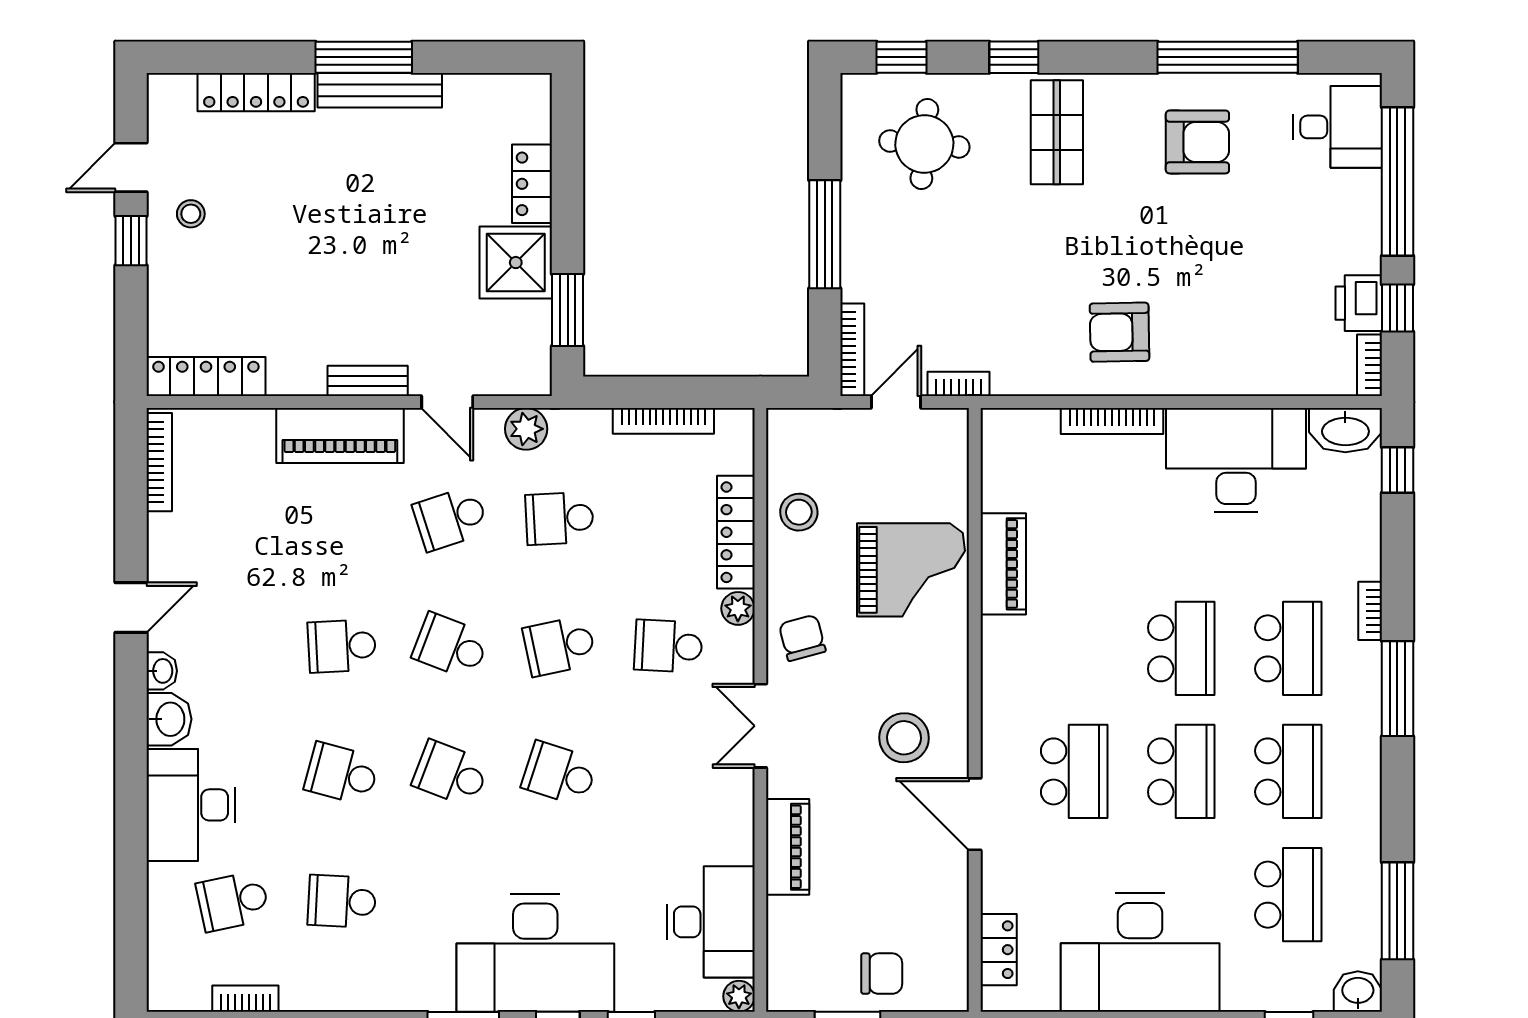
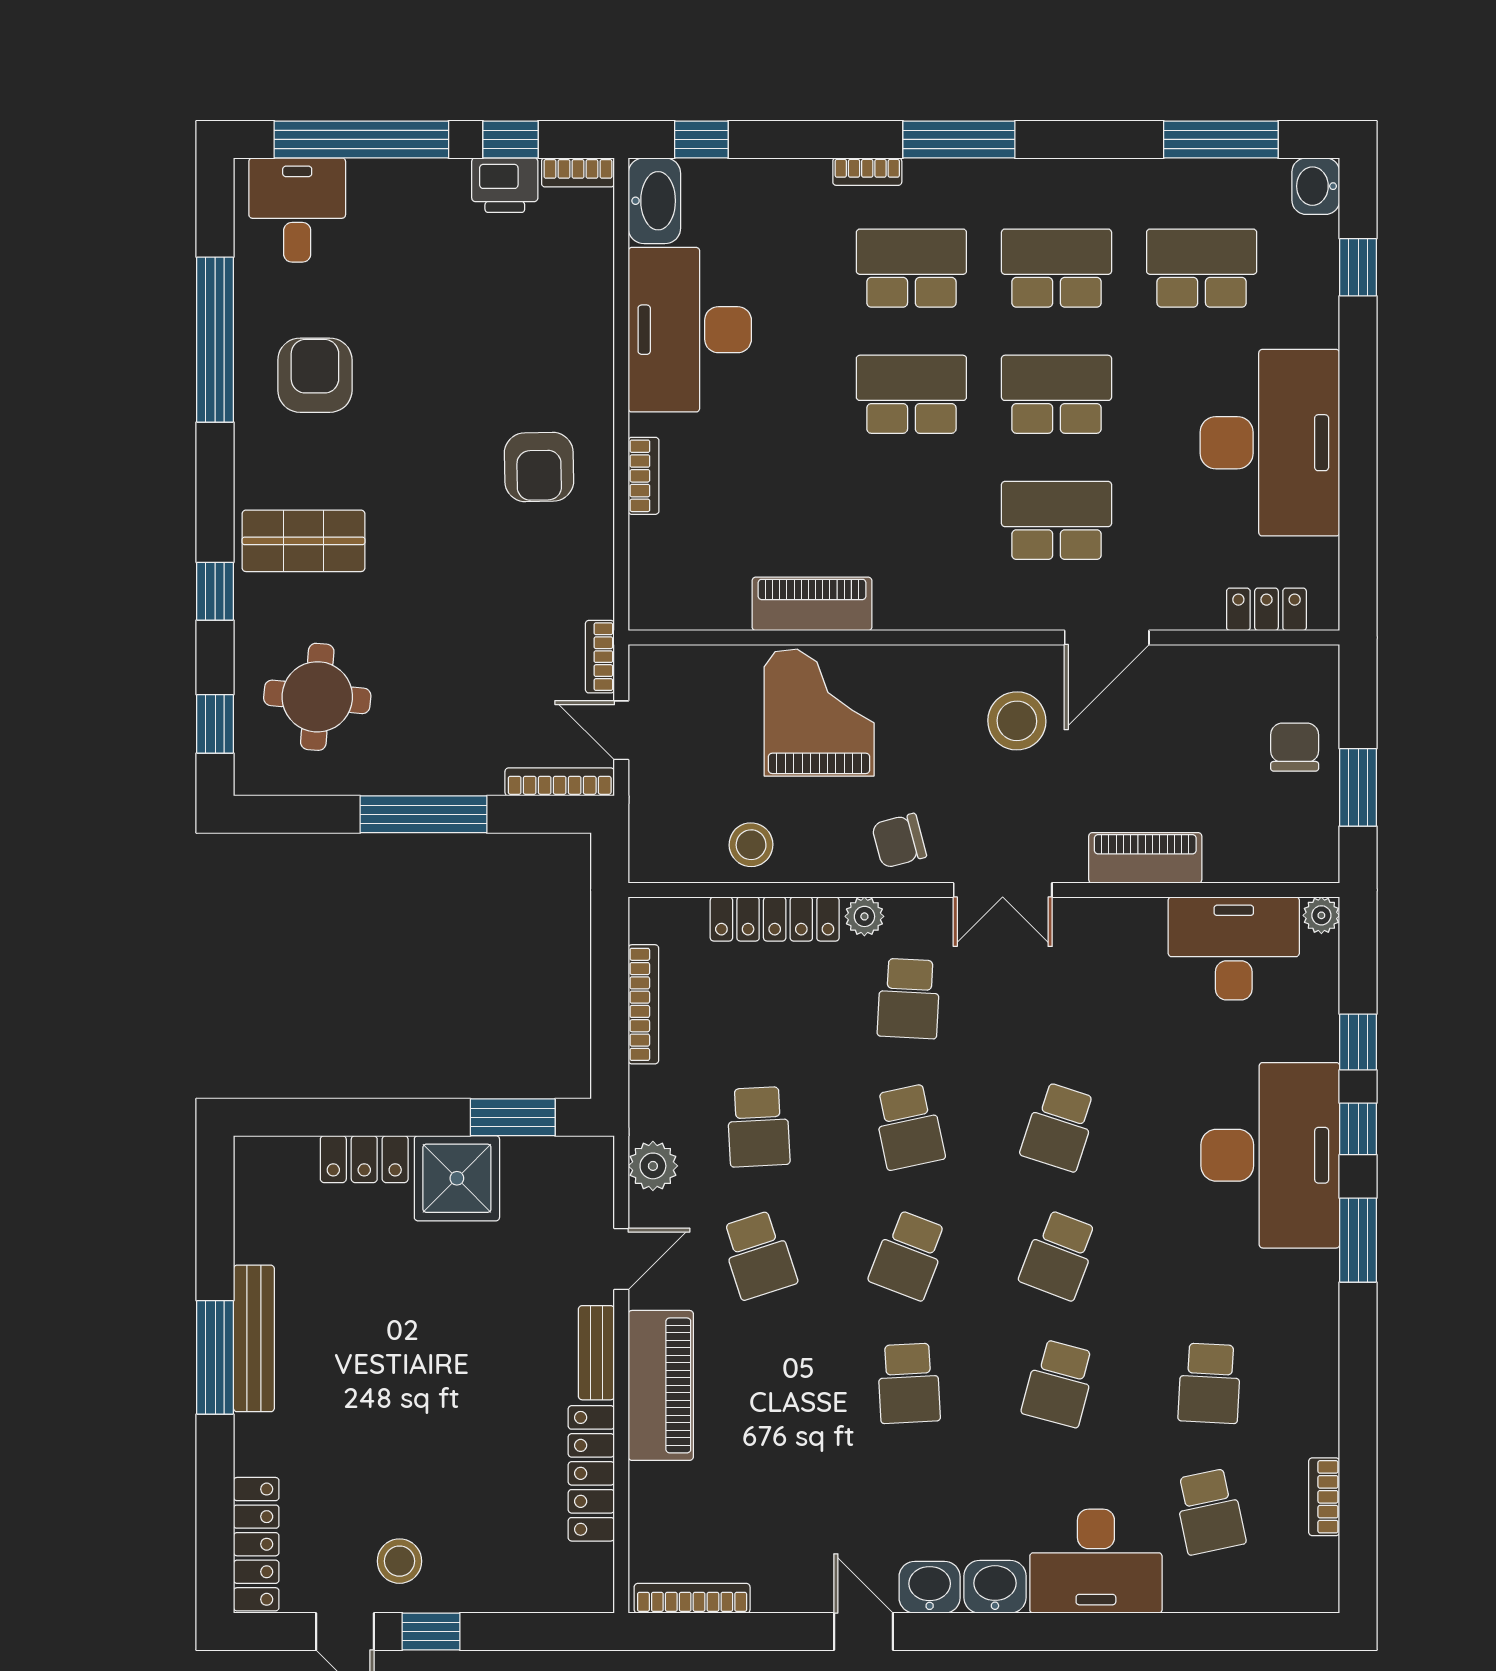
locker: (256, 92) -> (256, 1544), moved
stool: (191, 214) -> (399, 1561), width x1.37, depth x1.37
locker: (206, 377) -> (591, 1473), moved
bookcase: (1112, 421) -> (644, 476), width x0.64
washbasin: (162, 671) -> (930, 1587), width x1.38, depth x1.45

